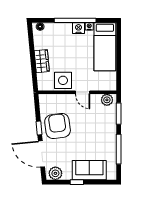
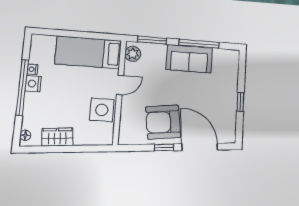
bed: (105, 47) -> (88, 52), moved, turned 180
wardrobe: (42, 61) -> (57, 137), moved
door: (41, 154) -> (200, 147), swing flipped
sofa: (89, 170) -> (189, 59), moved, turned -90
plant: (55, 173) -> (227, 130), removed

